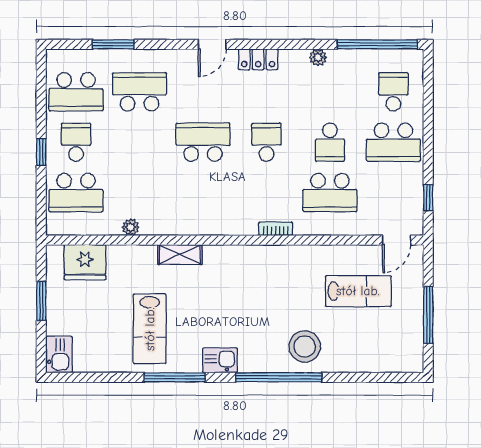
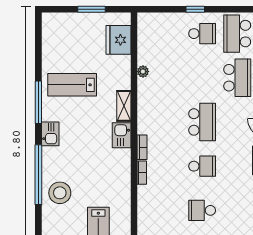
school desk: (76, 193) -> (167, 34), removed
school desk: (330, 193) -> (167, 210), removed
bookcase: (239, 228) -> (142, 147), added
kitchen sink: (59, 355) -> (122, 135), moved, turned 90

